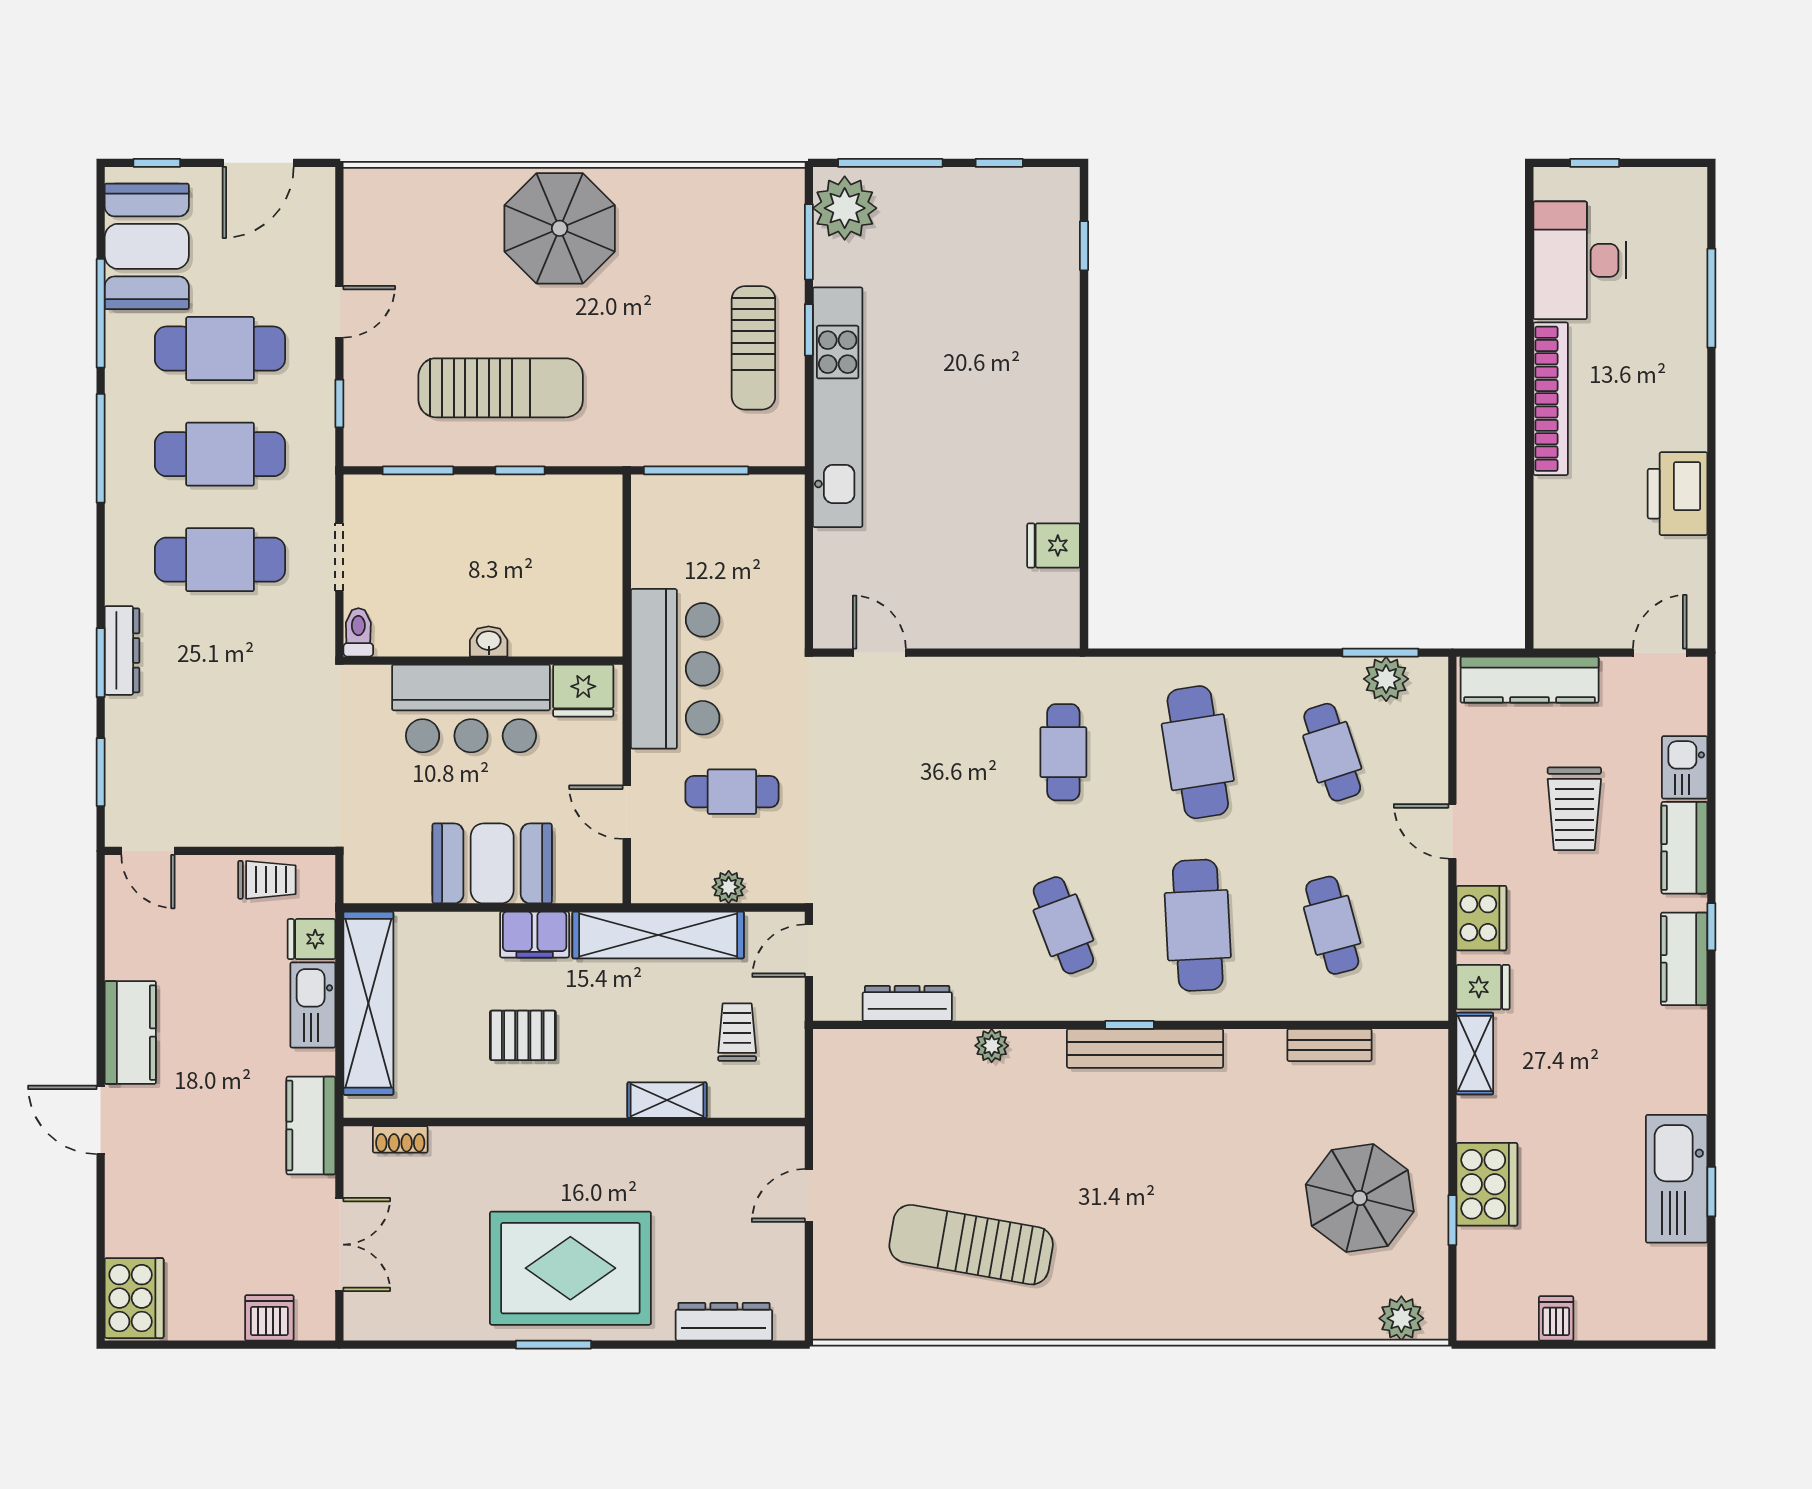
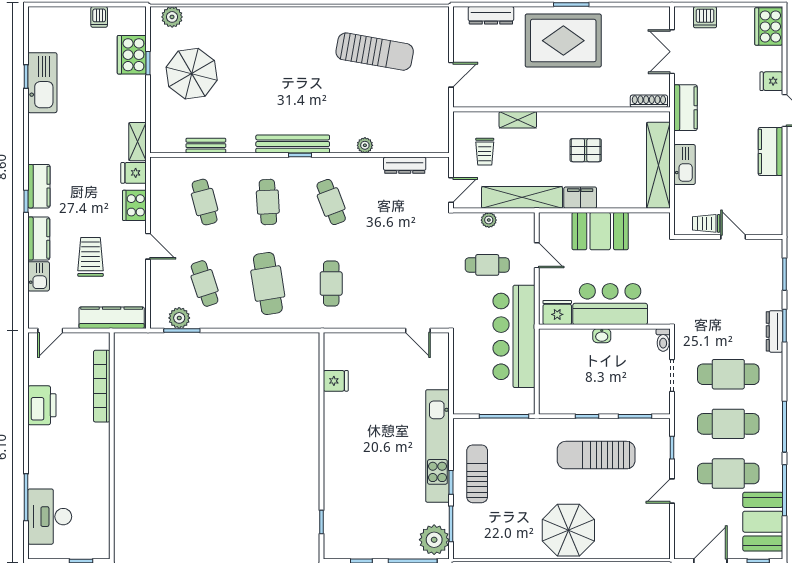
desk: (1580, 260) -> (50, 517), moved, turned 180
bookcase: (1551, 399) -> (102, 386), moved
bar counter: (675, 669) -> (514, 336), width x1.36
door: (148, 851) -> (733, 237), moved
cafe table: (1198, 925) -> (268, 202), width x0.73, depth x0.74
fridge: (311, 939) -> (771, 81), moved, turned 180
shoe rack: (400, 1139) -> (649, 101), width x1.43
cooker: (1487, 1184) -> (132, 55), moved

